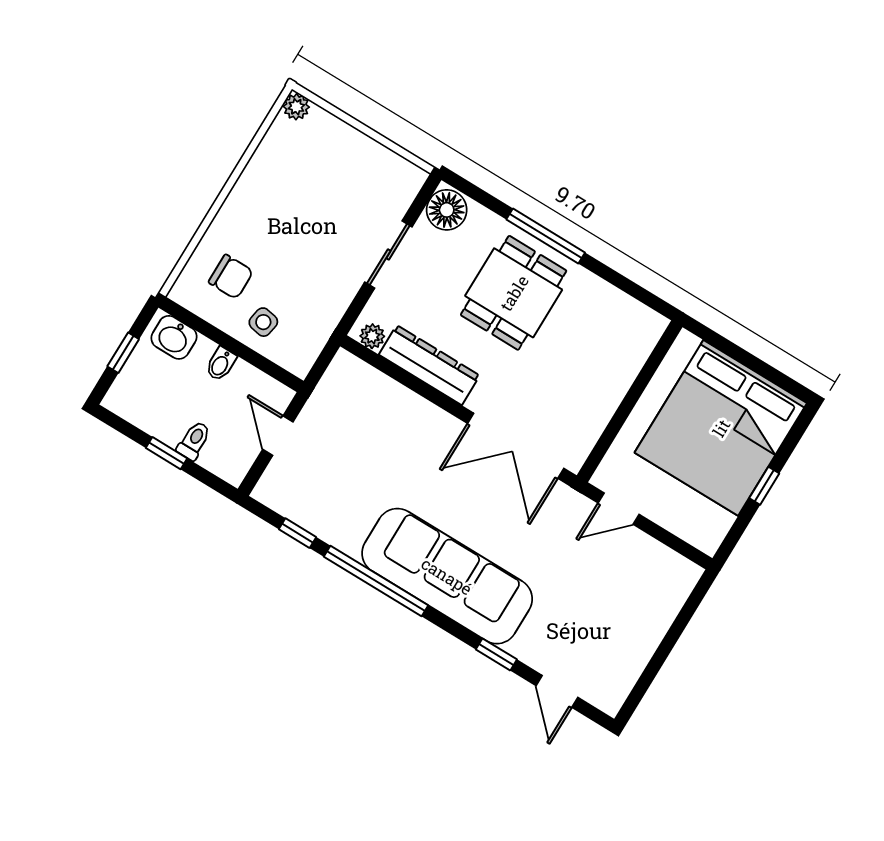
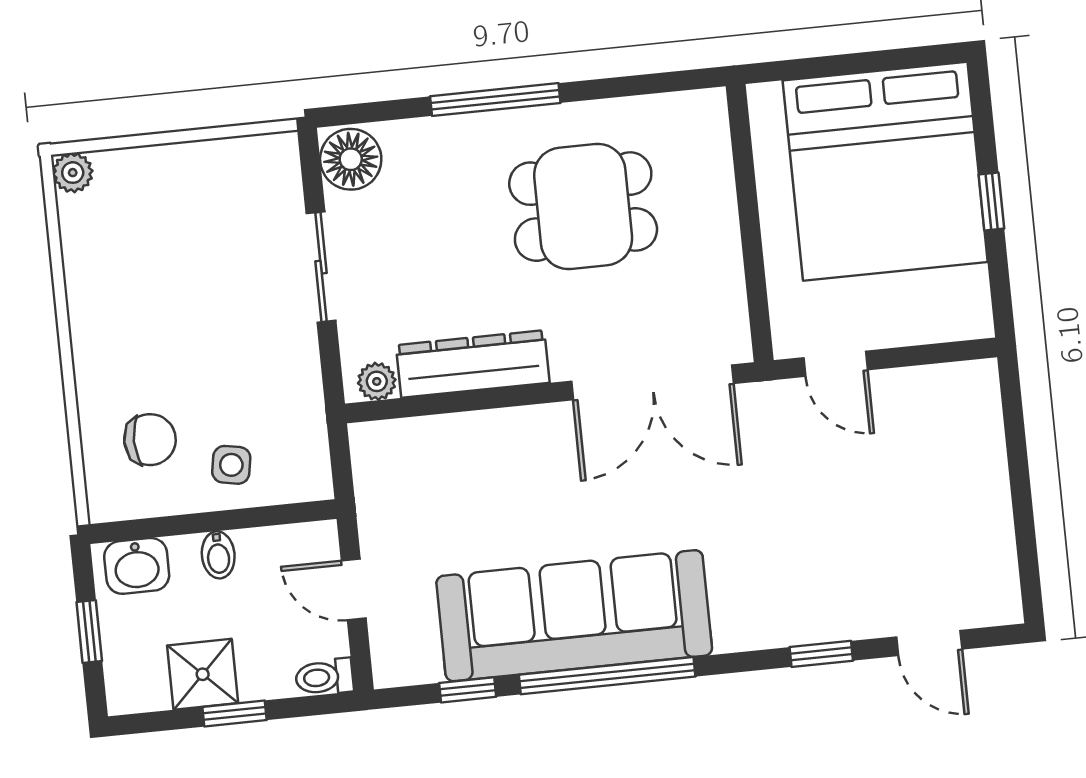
dining table: (514, 293) -> (583, 207), moved, turned 90
shower: (165, 420) -> (203, 674), added
toilet: (194, 441) -> (324, 677), moved, turned -90
door: (619, 509) -> (836, 364), hinge flipped
sofa: (447, 576) -> (574, 616), moved

